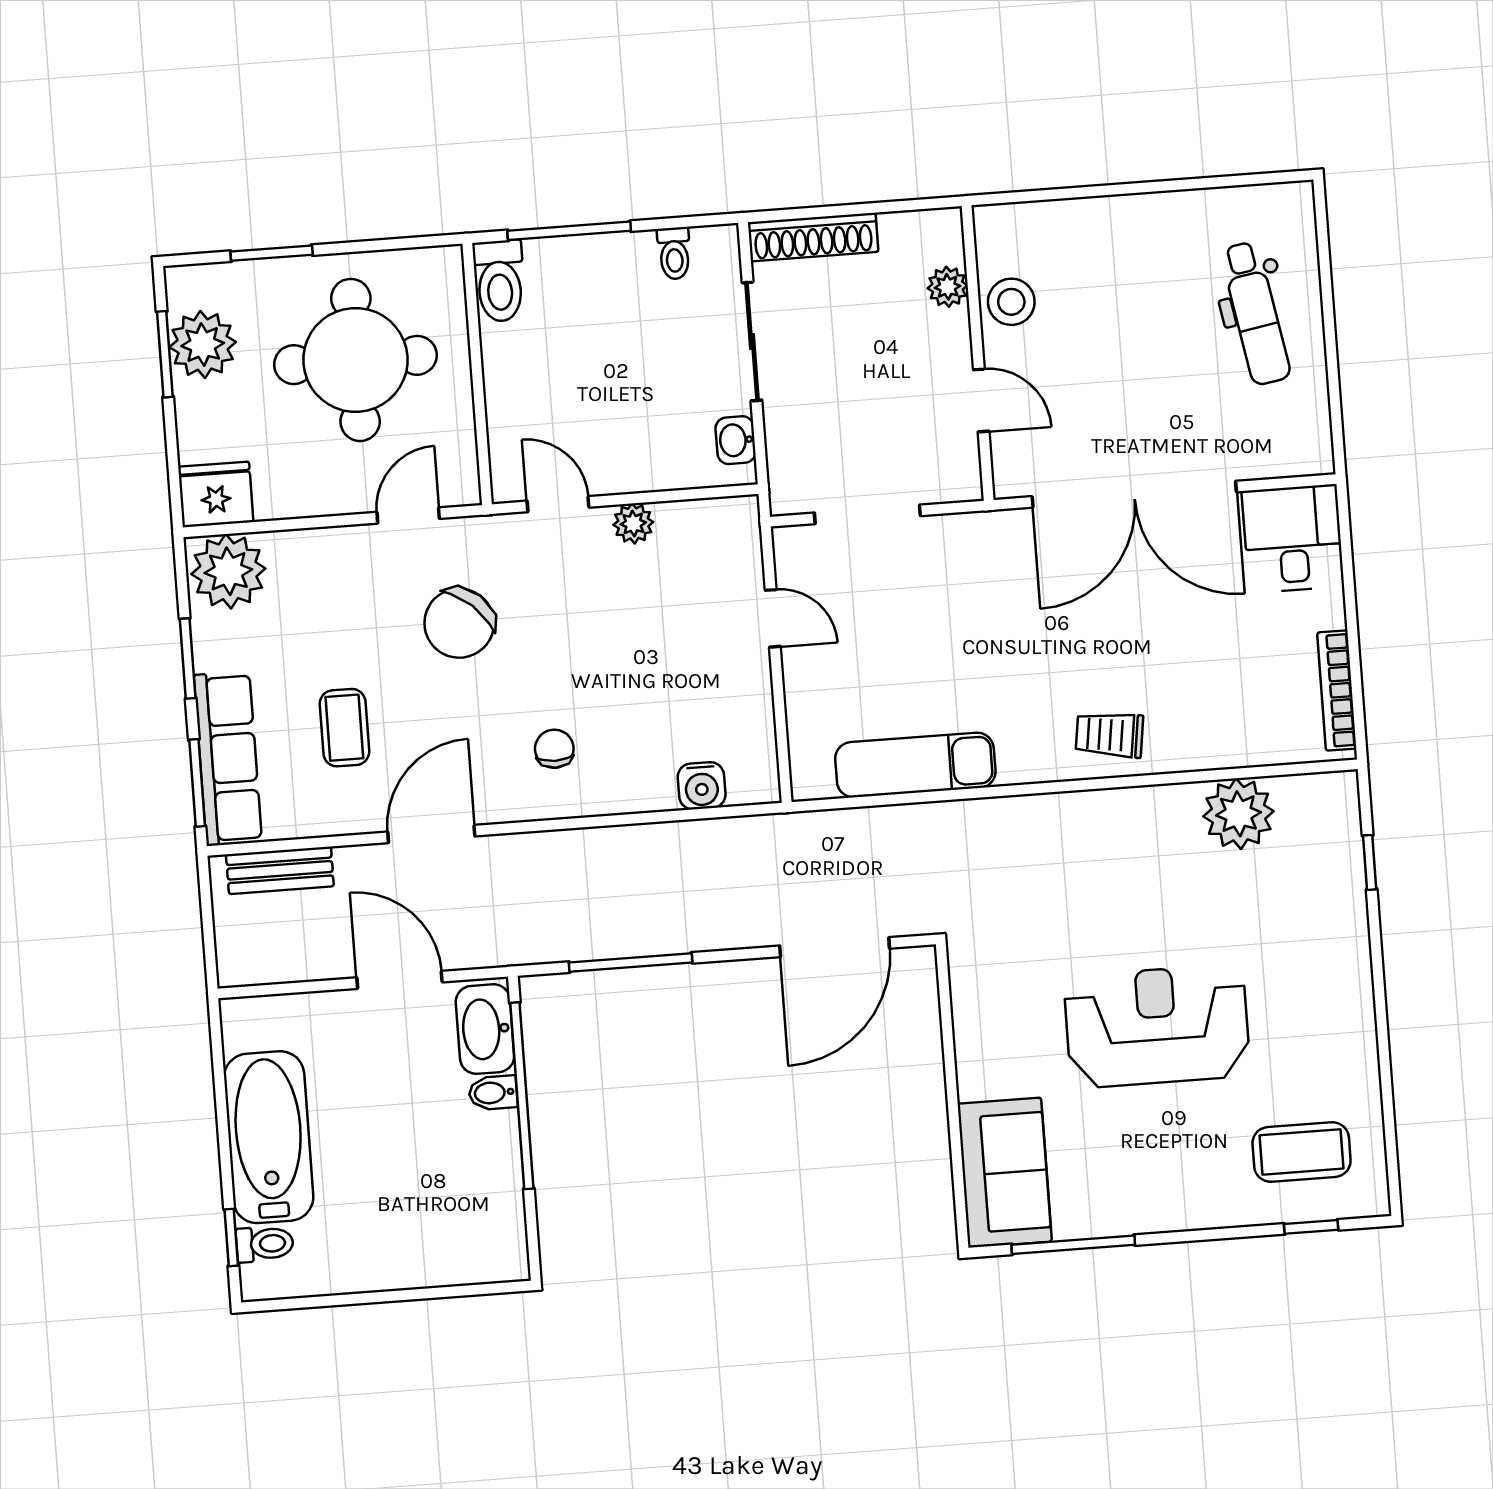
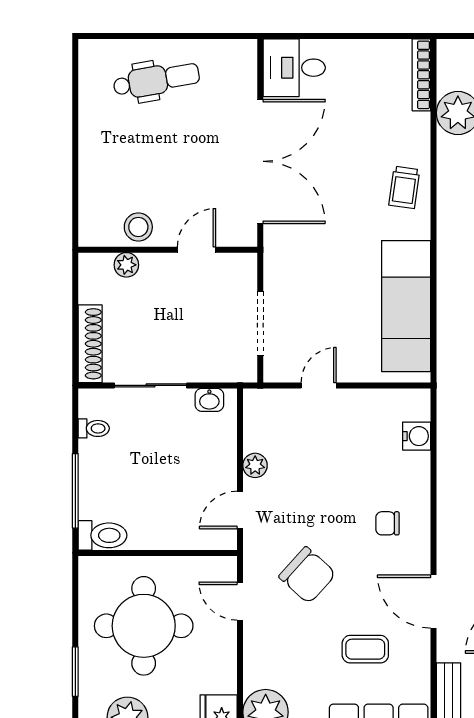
bookcase: (1337, 691) -> (421, 75), moved, turned 90
exam couch: (915, 765) -> (406, 306), width x1.36, depth x1.45

